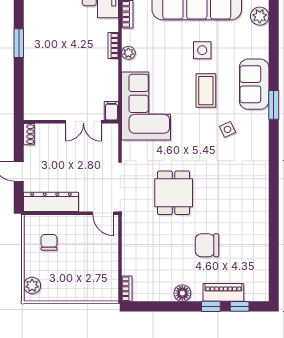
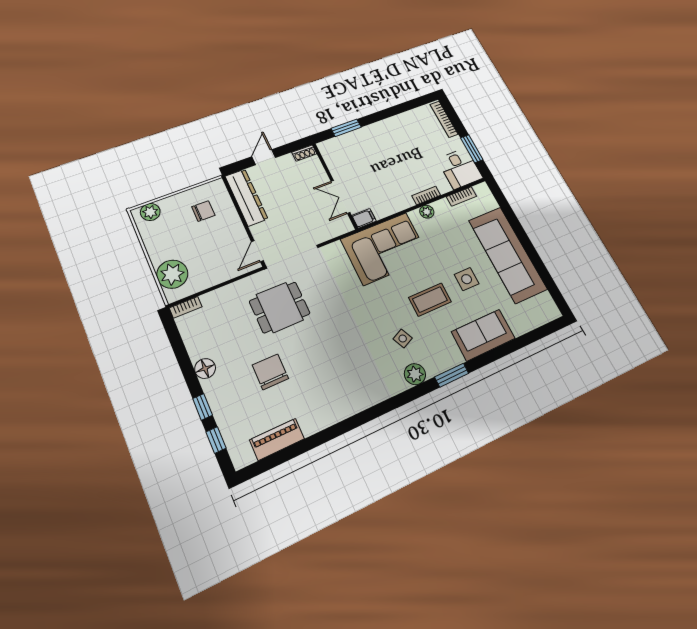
plant: (260, 16) -> (415, 374), moved
window: (19, 43) -> (346, 128), moved
sofa: (254, 84) -> (483, 335), moved
dining table: (174, 193) -> (280, 307), moved
plant: (94, 288) -> (172, 274), added
piano: (223, 292) -> (277, 439), moved, turned -90

